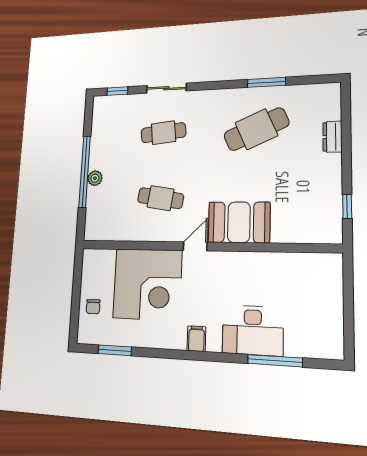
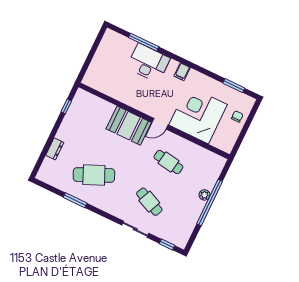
cafe table: (163, 133) -> (149, 202), turned 30

